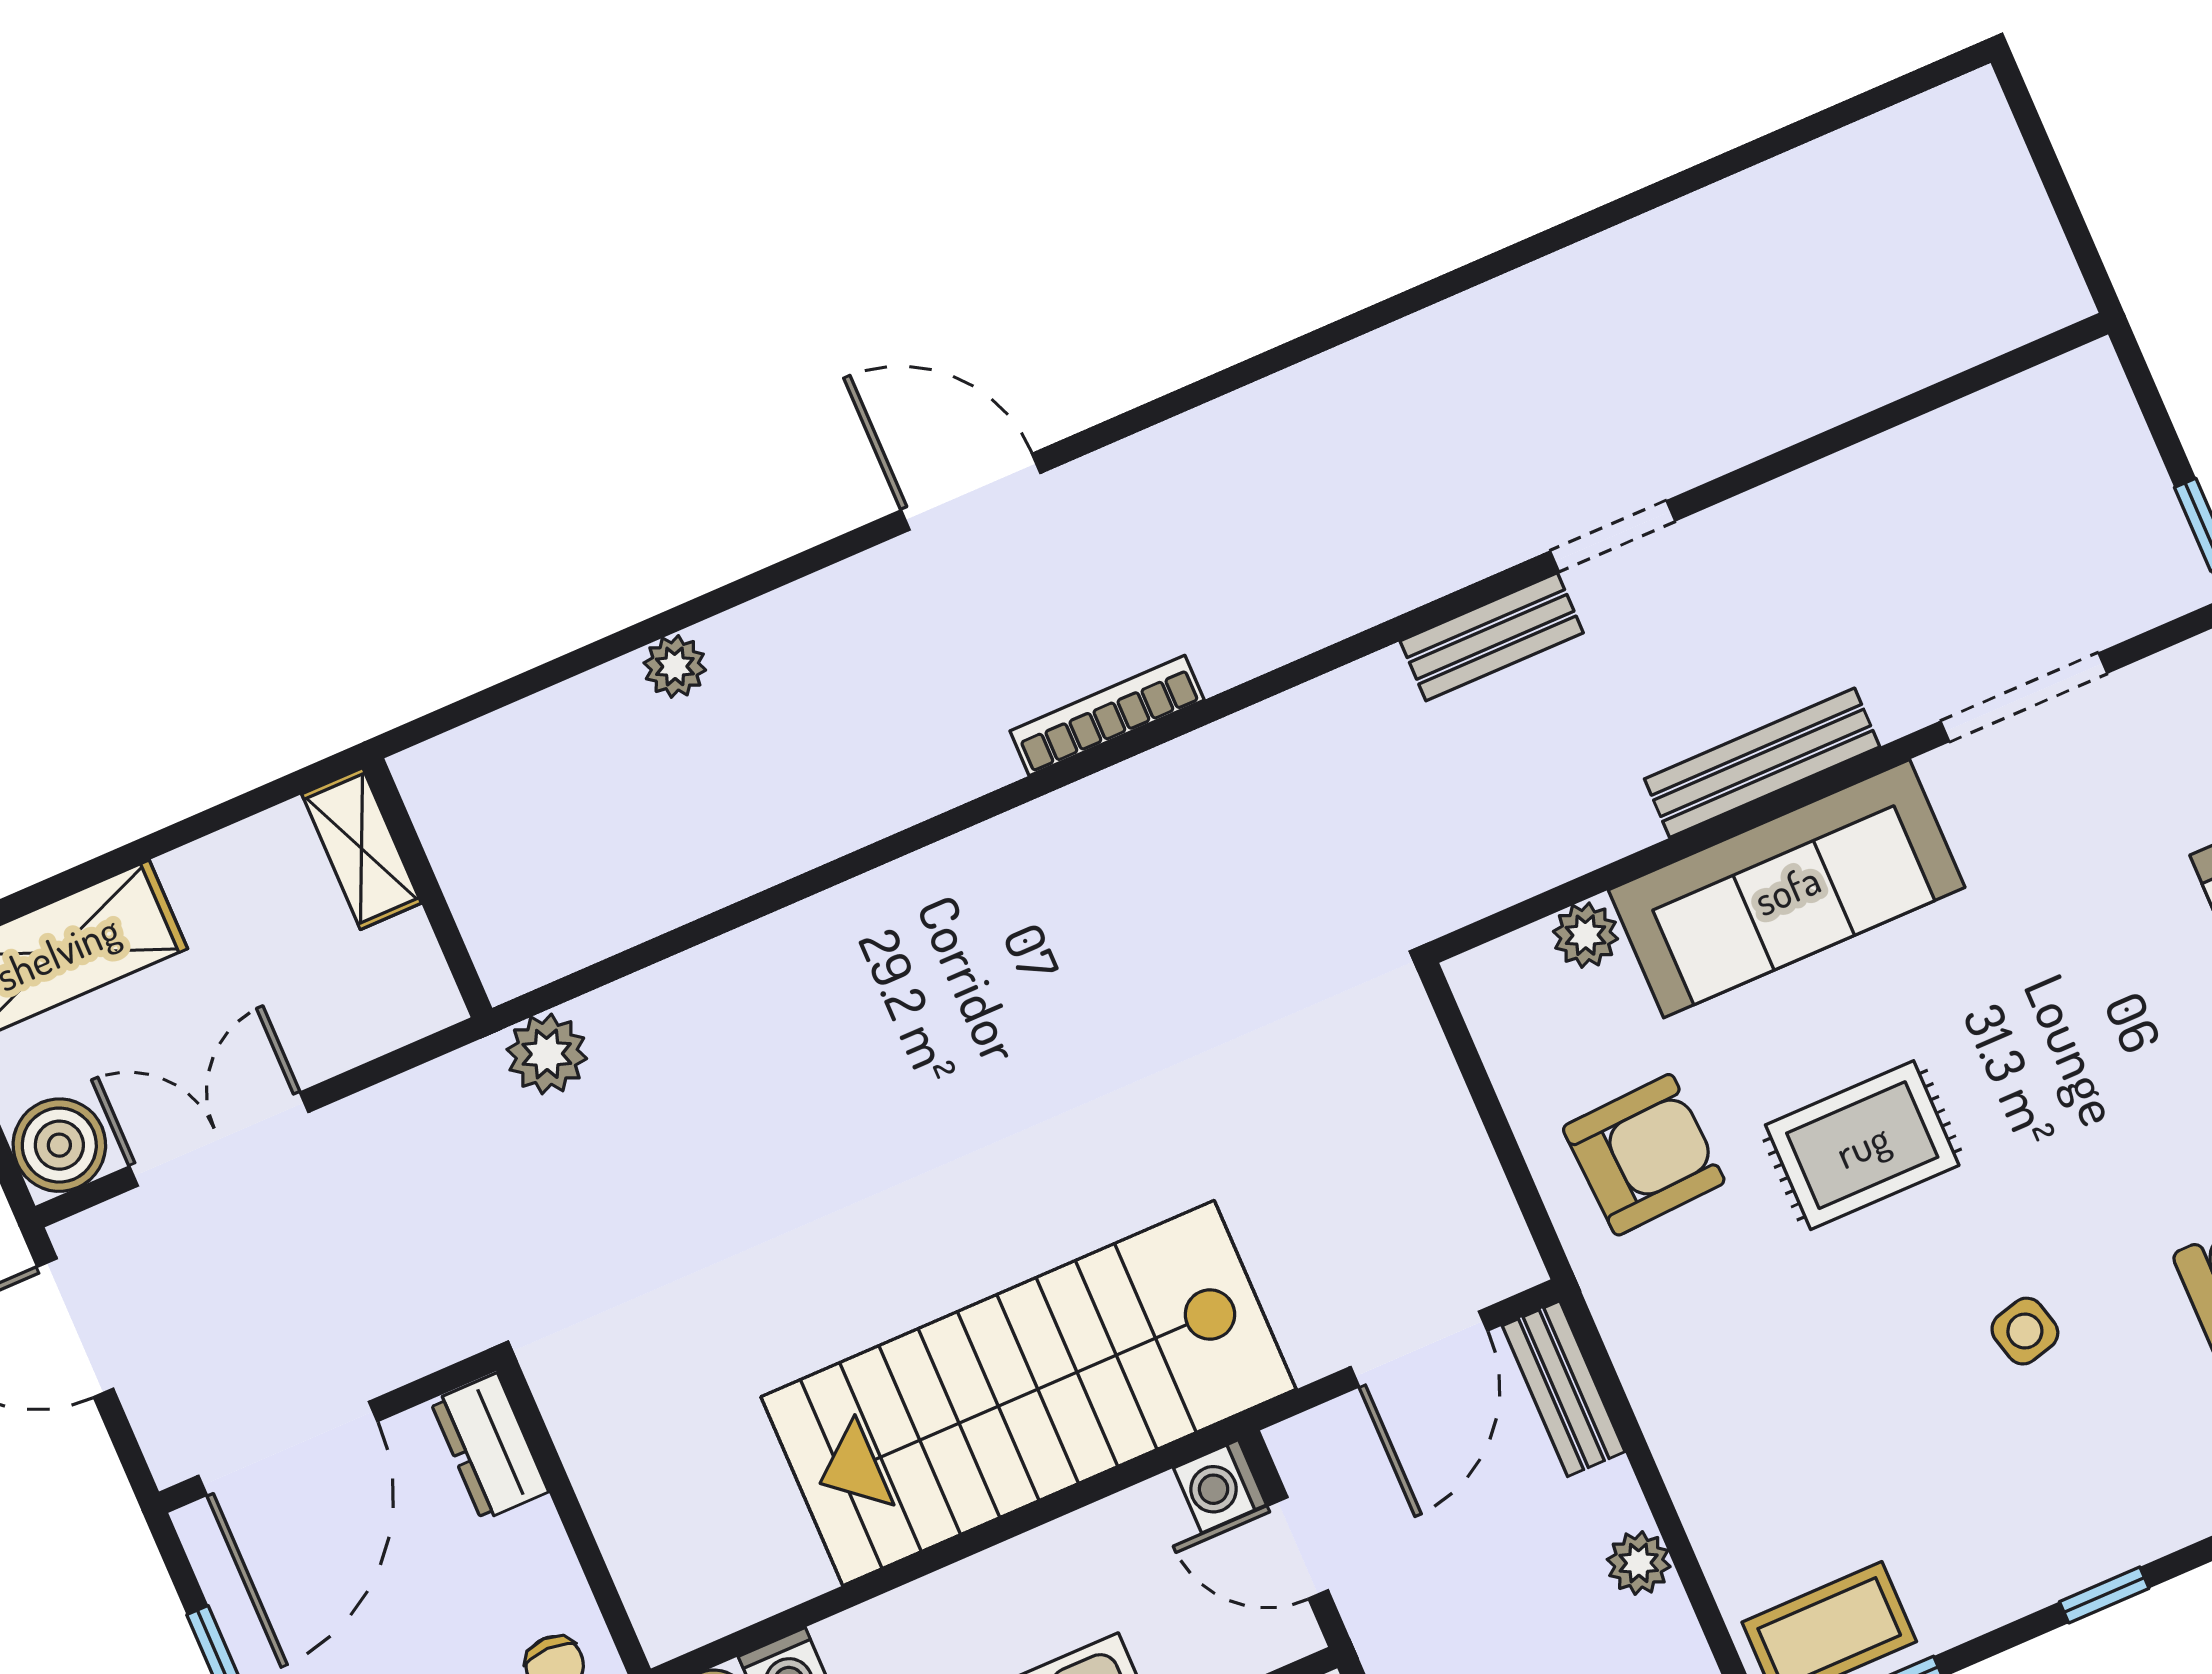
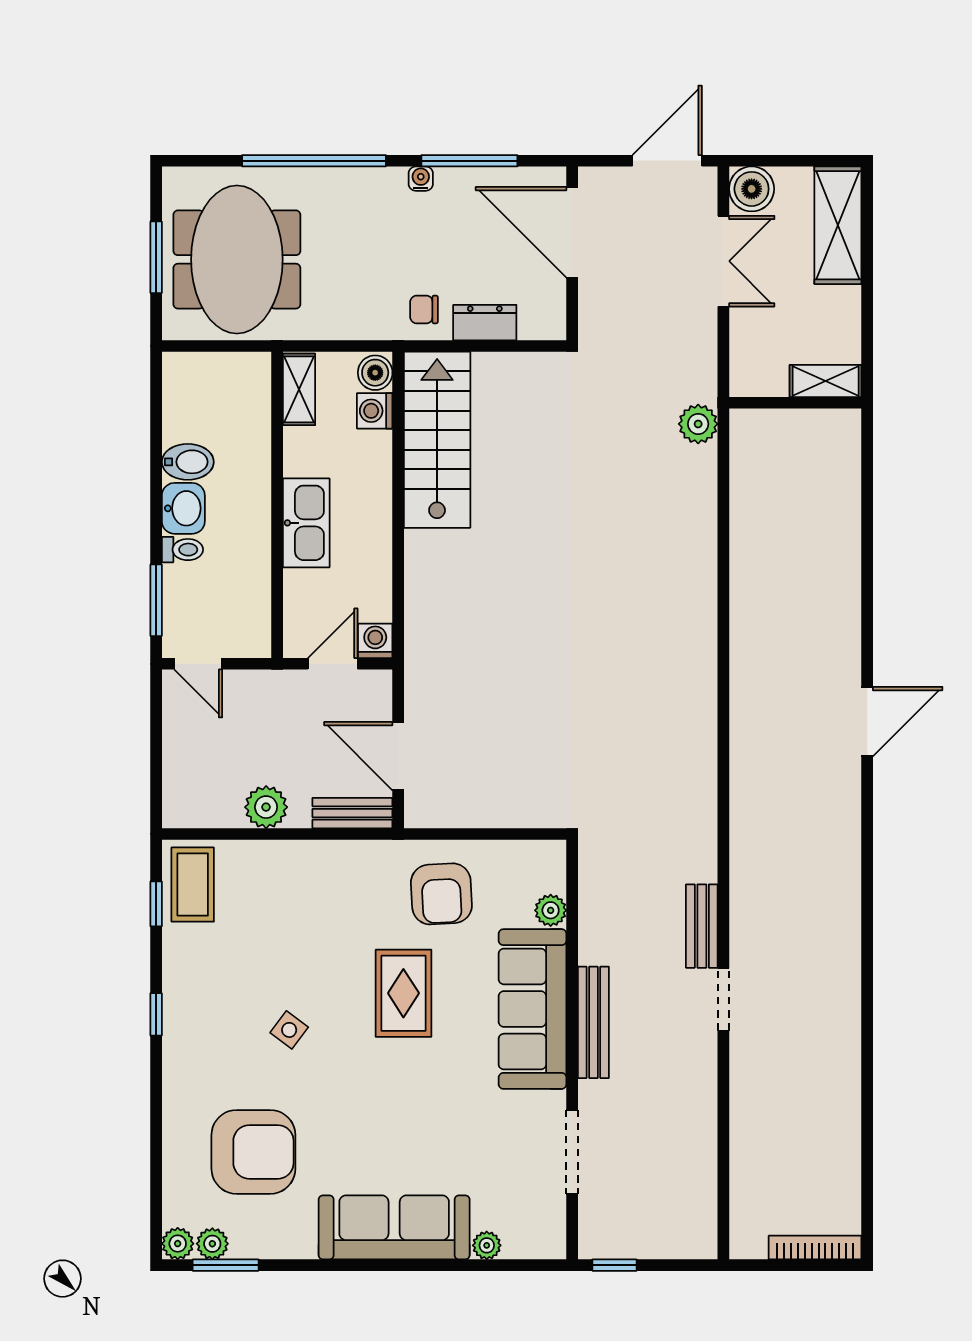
plant: (675, 666) -> (846, 556), removed
bookcase: (1107, 716) -> (815, 1248), moved, turned -90
side table: (2025, 1331) -> (289, 1030), turned -38
stairs: (1029, 1393) -> (437, 440), moved, width x0.73, depth x0.66
dresser: (490, 1447) -> (485, 323), moved
plant: (1639, 1563) -> (266, 807), width x1.38, depth x1.38

